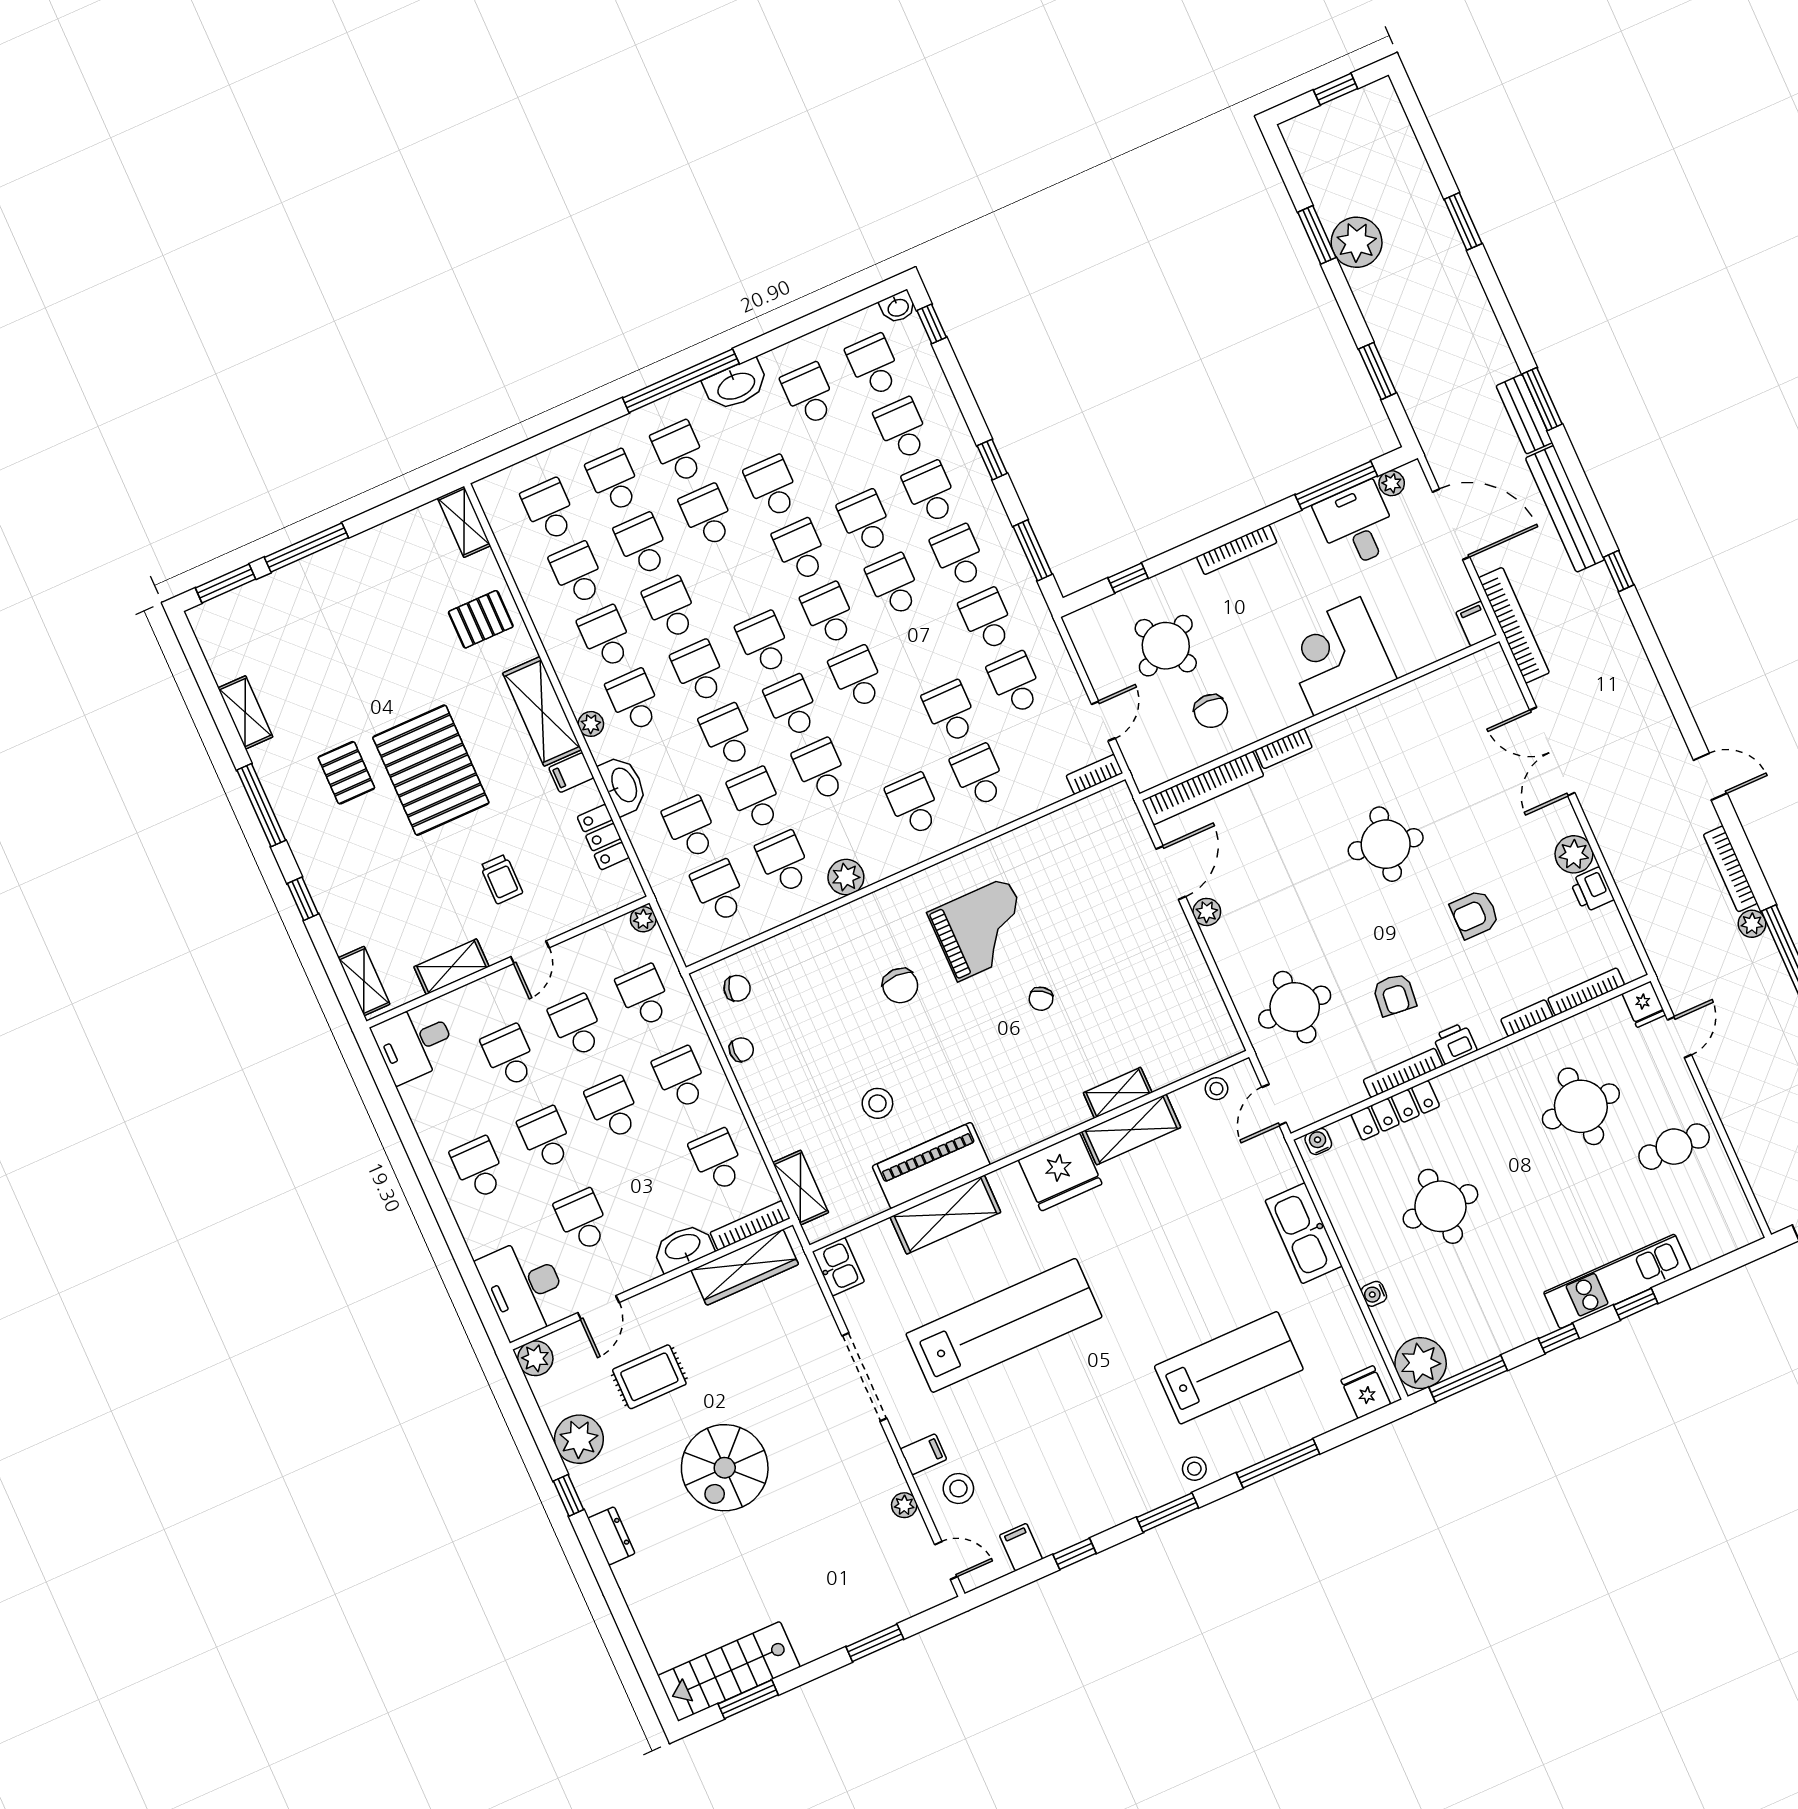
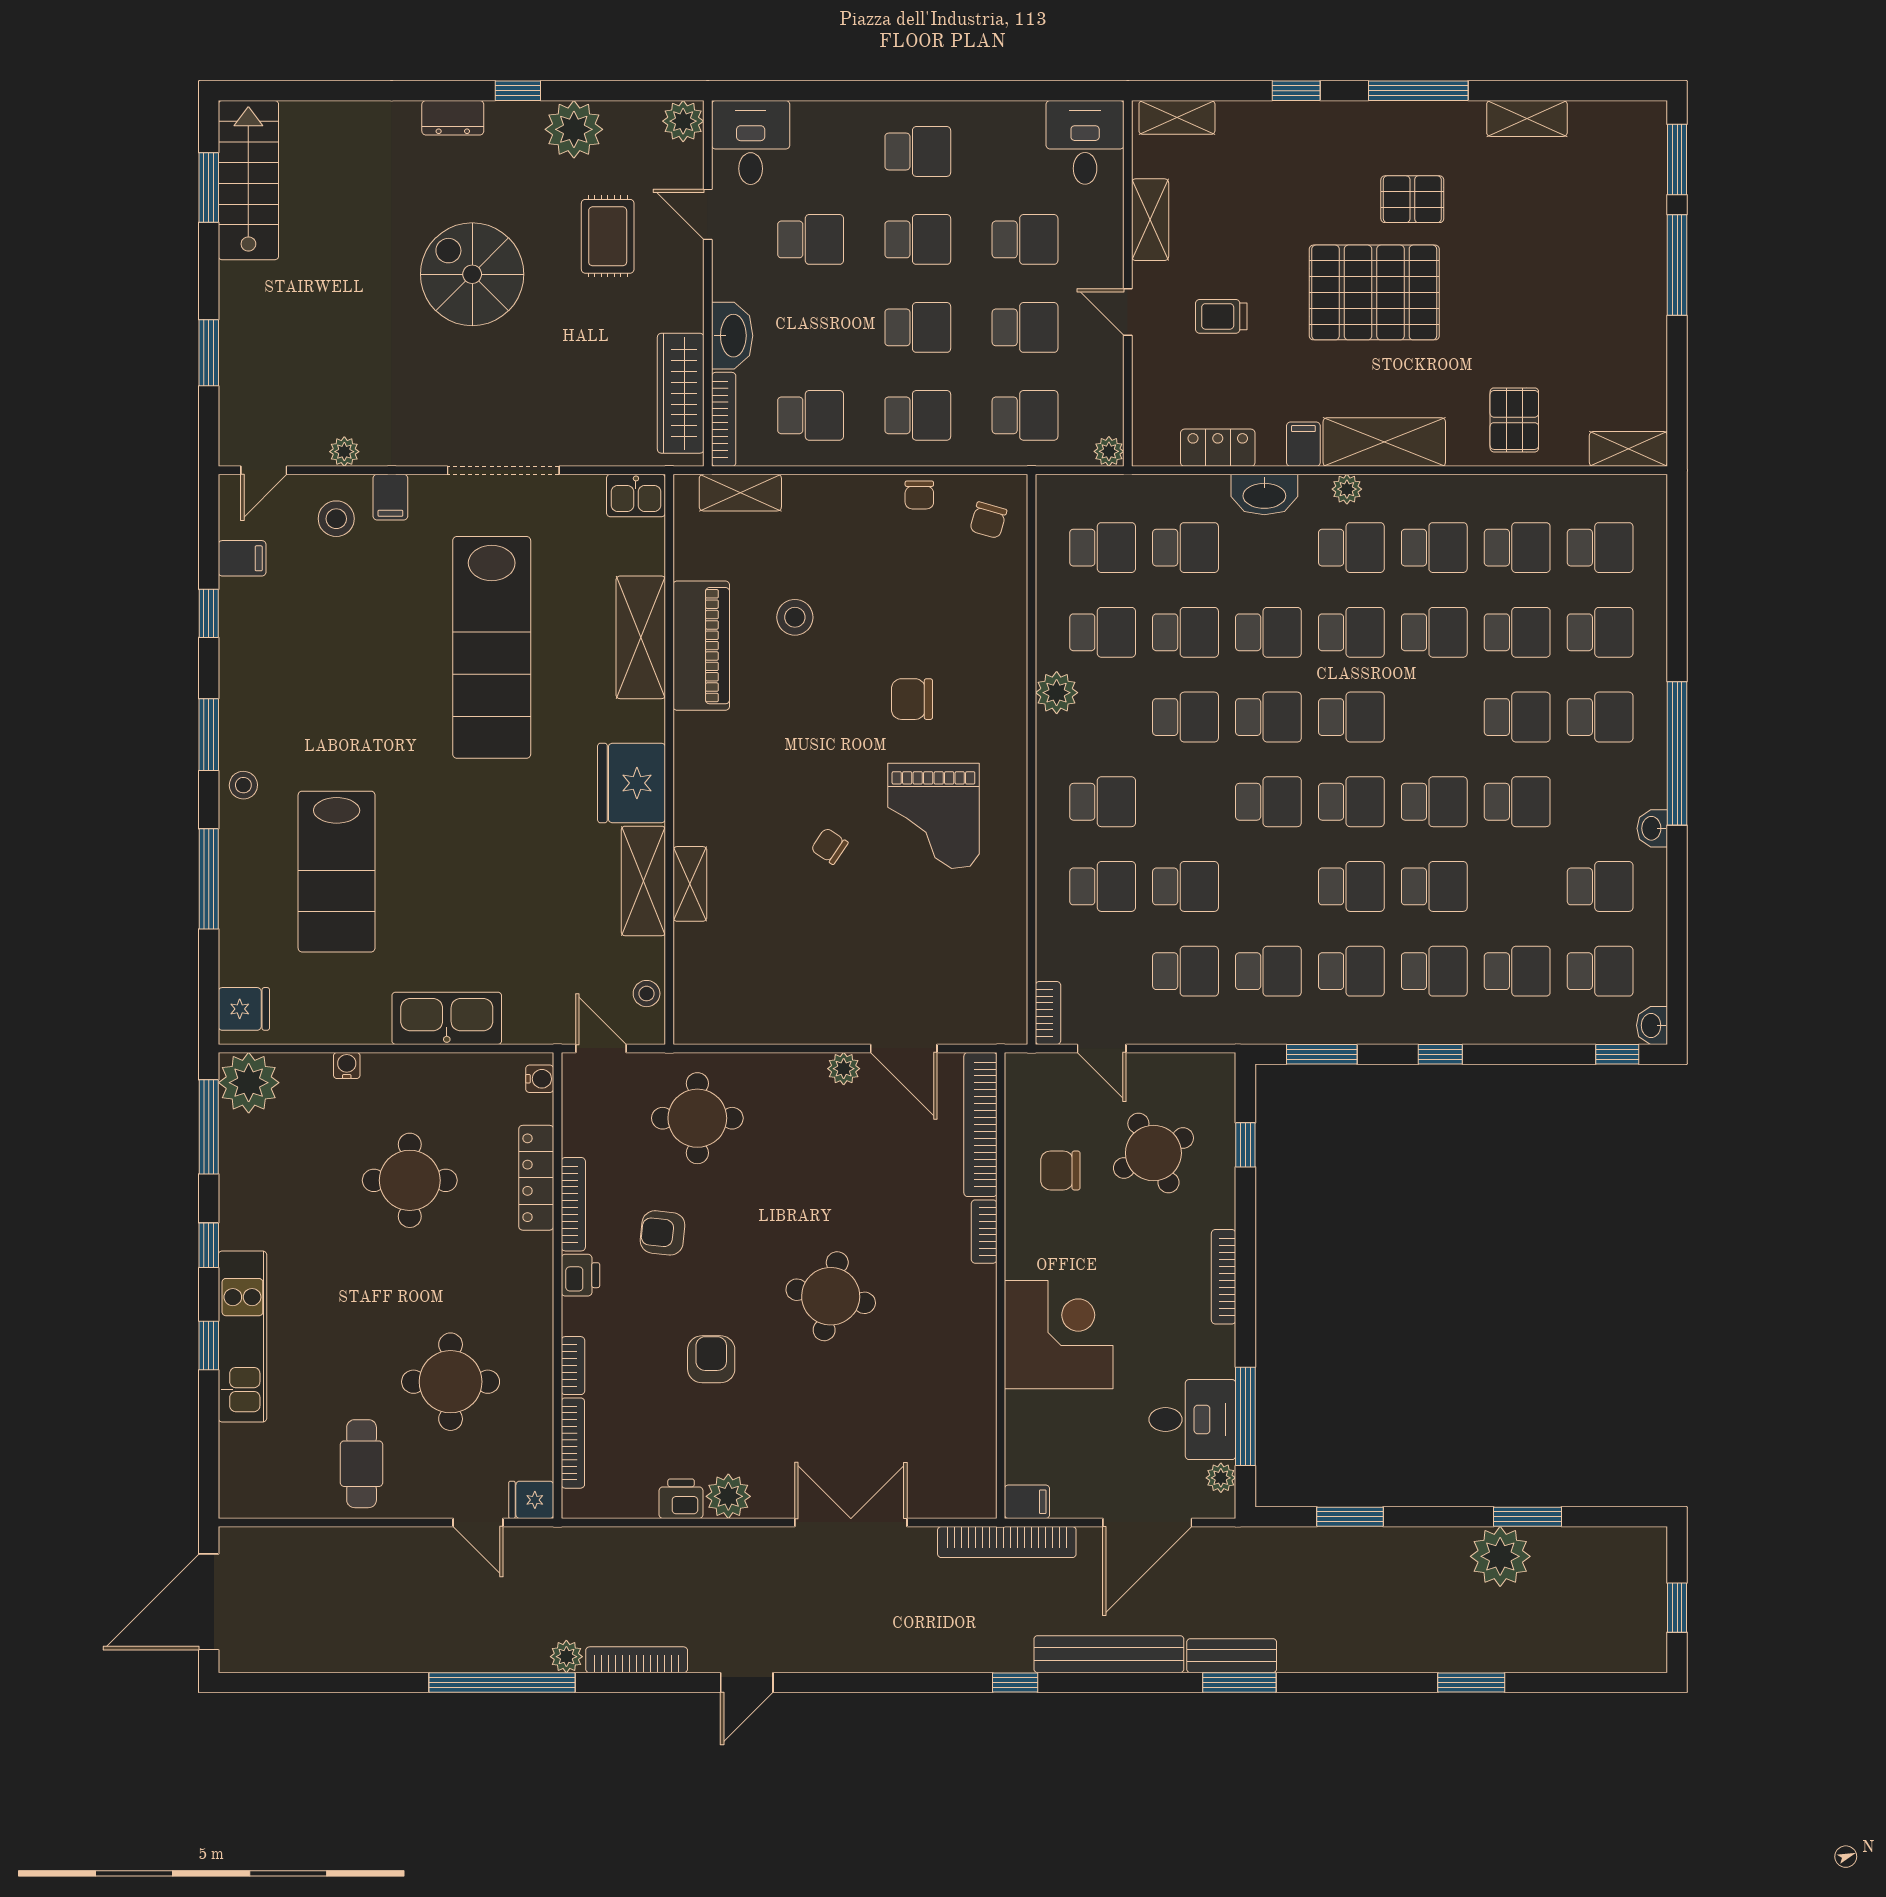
washbasin: (736, 385) -> (1652, 828), width x0.52, depth x0.69
desk: (524, 1288) -> (751, 142), width x0.73

